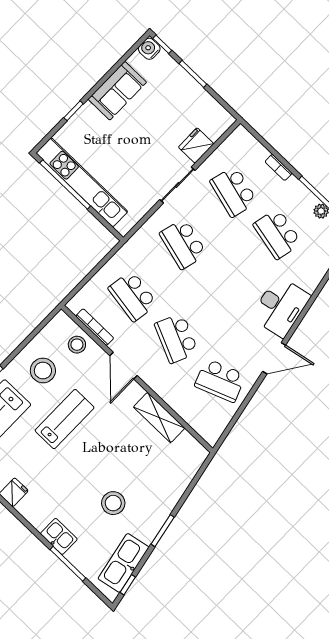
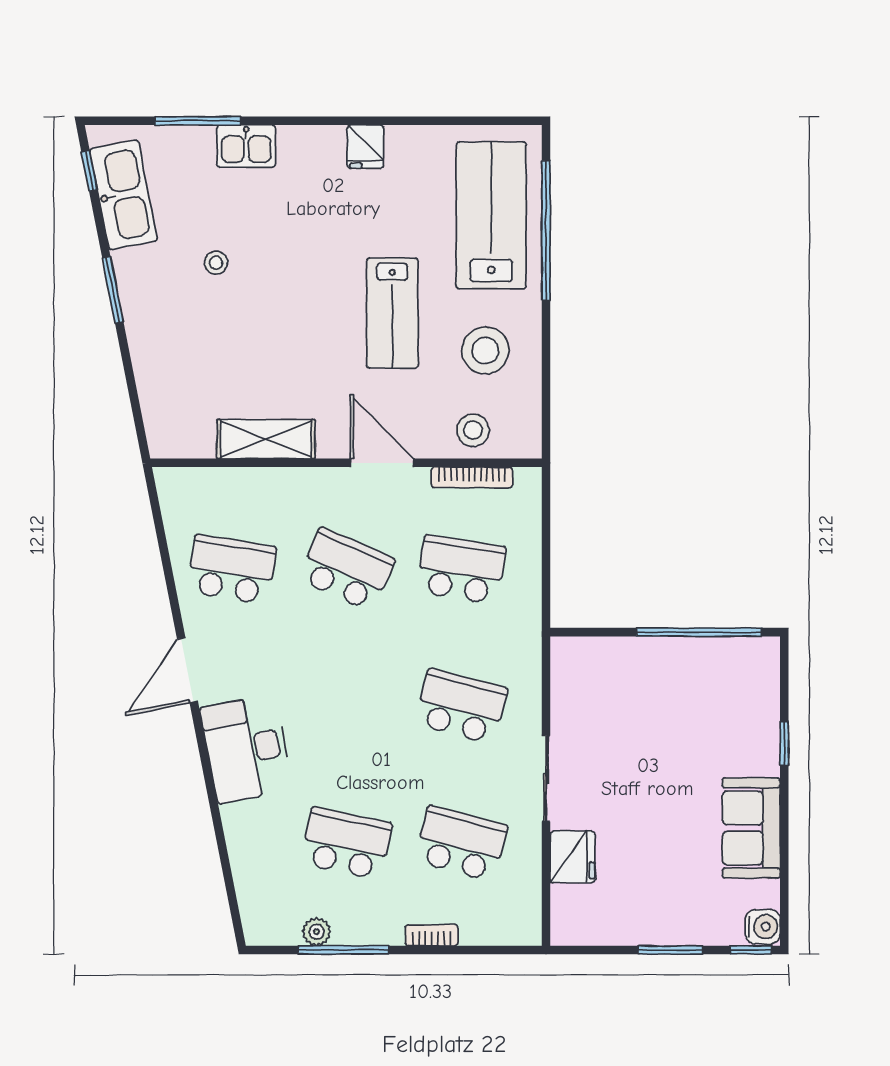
kitchen unit: (82, 182) -> (679, 657), removed
school desk: (220, 380) -> (232, 569), turned 30
stool: (113, 503) -> (216, 263), width x0.53, depth x0.53

